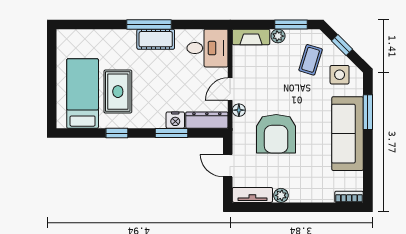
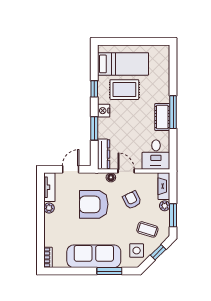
armchair: (270, 81) -> (132, 200), added
nightstand: (175, 120) -> (104, 111), moved

